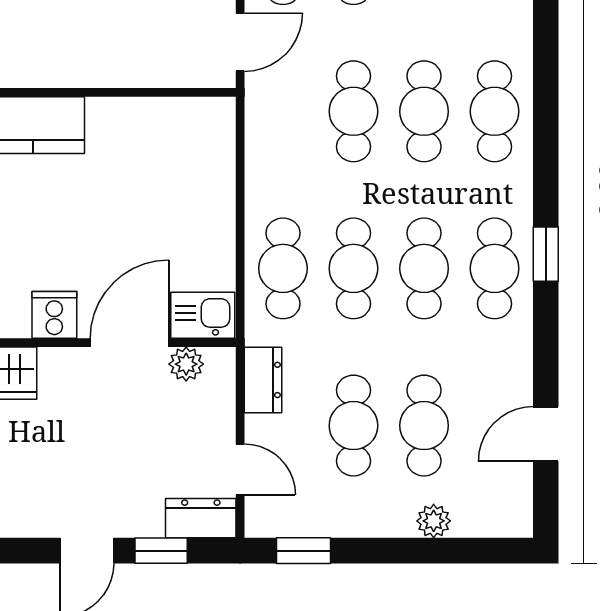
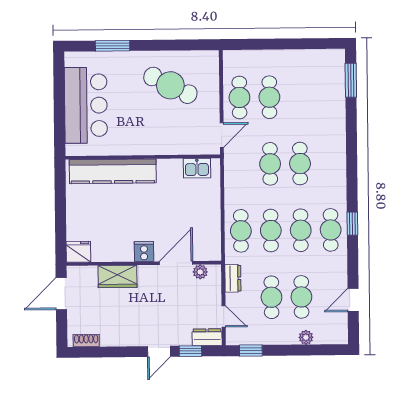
cafe table: (495, 111) -> (330, 163), removed
kitchen sink: (203, 315) -> (197, 168), moved, turned 180

